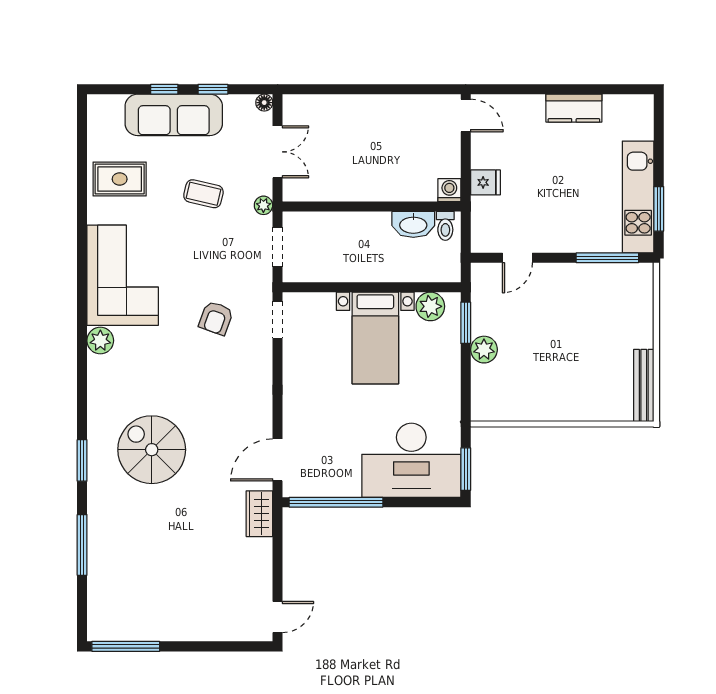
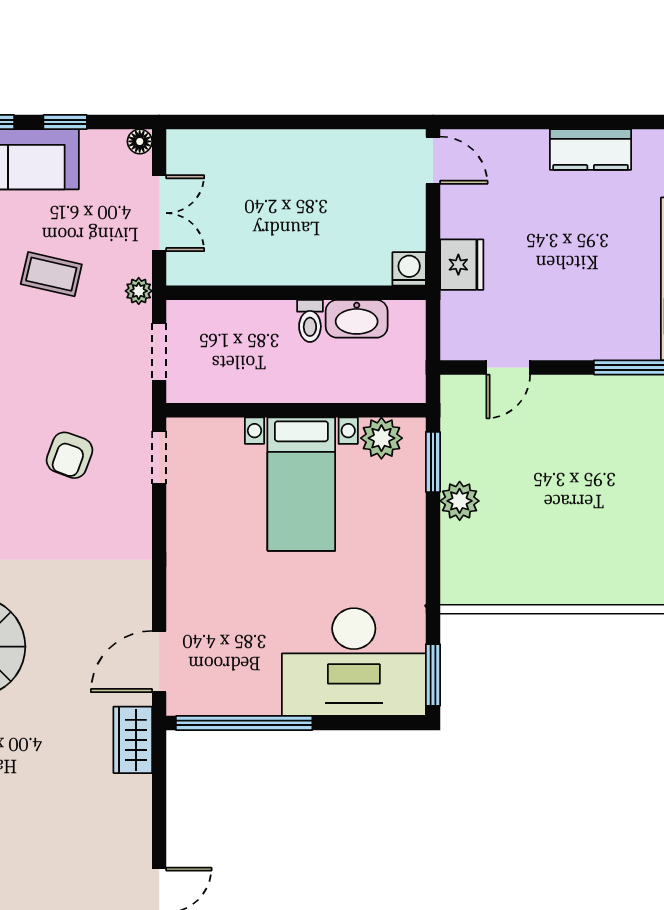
fridge: (485, 182) -> (462, 265), width x1.38
toilet: (445, 226) -> (310, 321), moved

